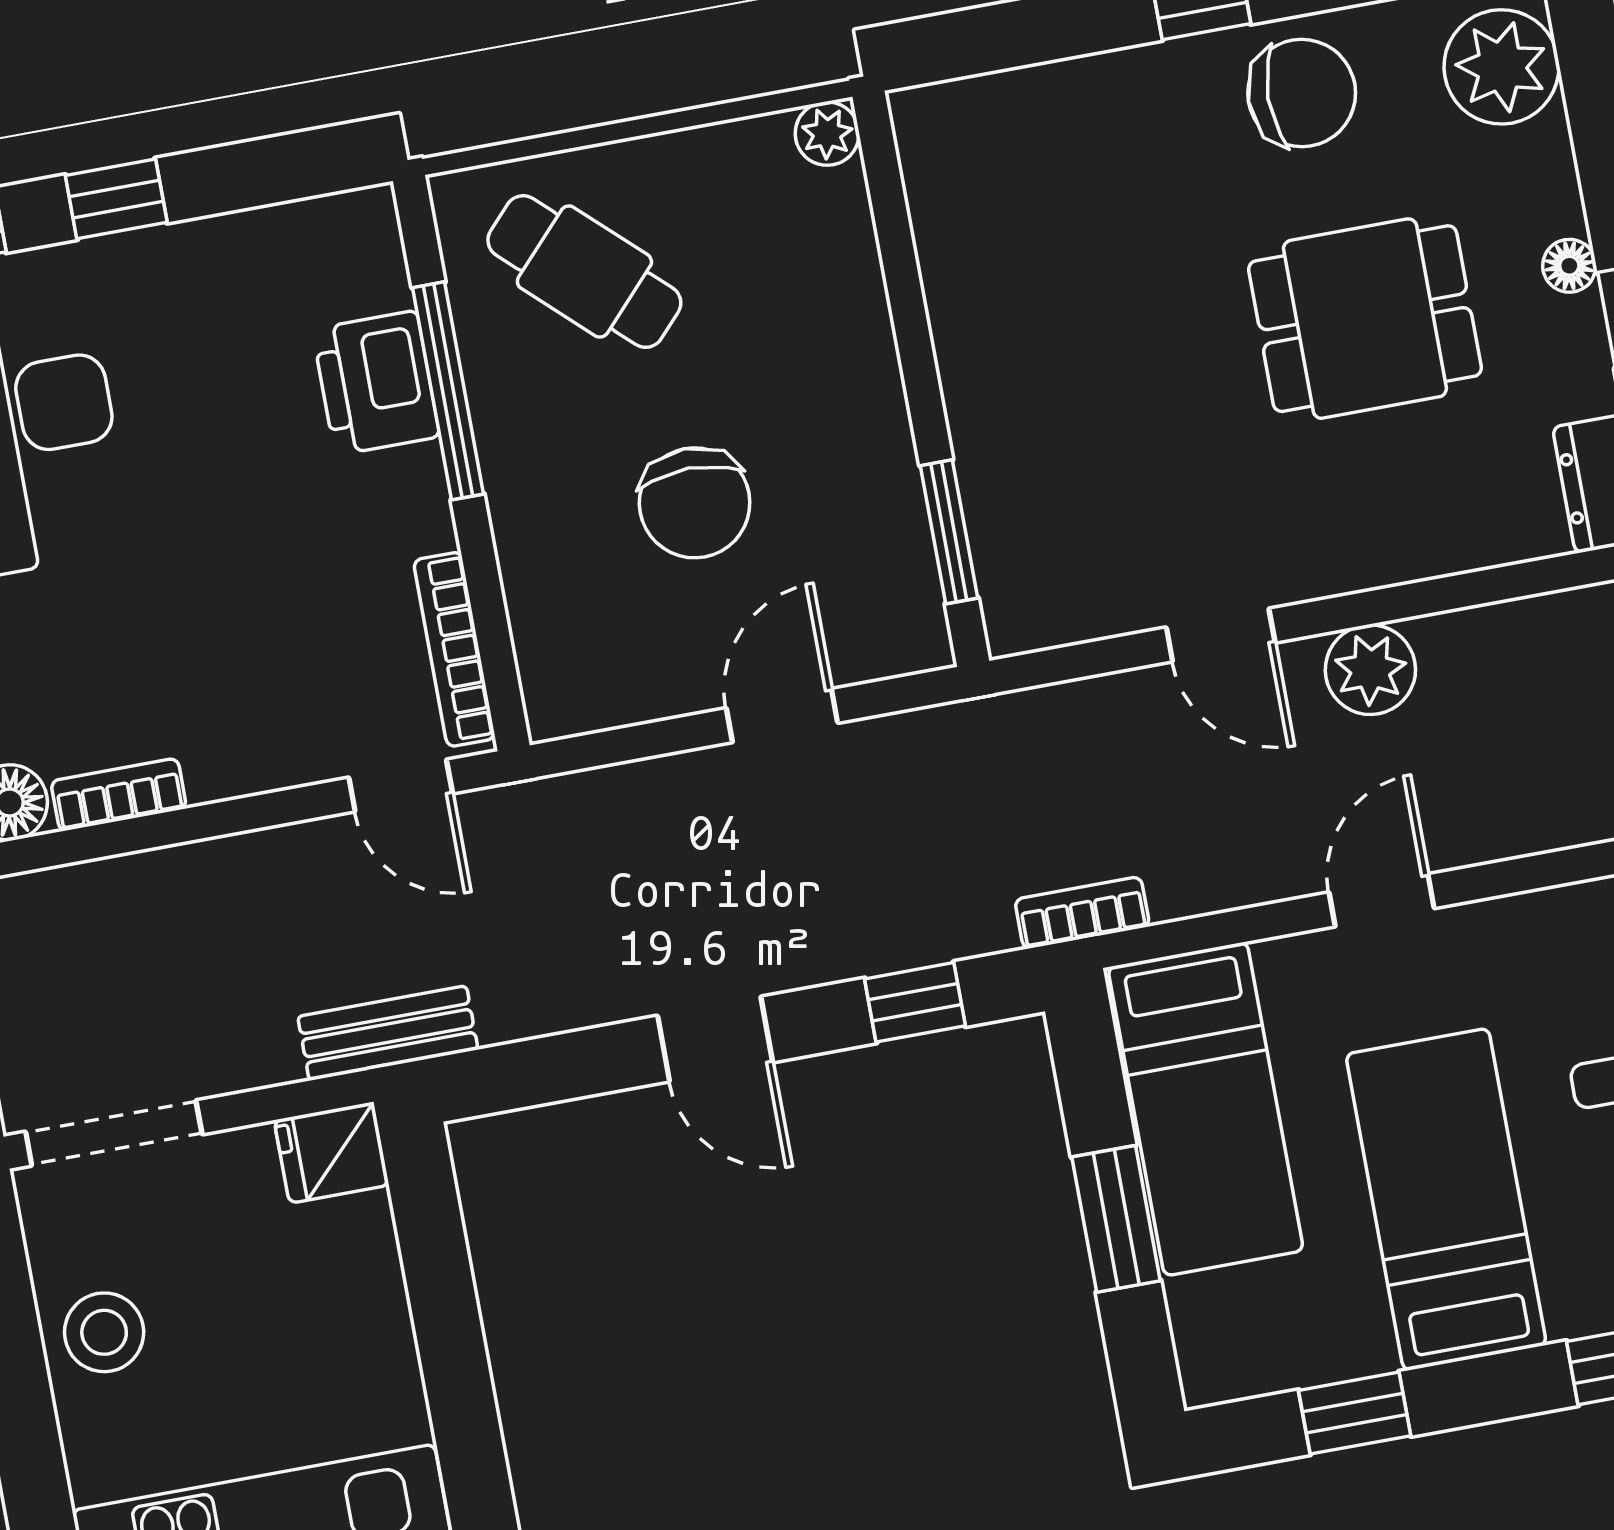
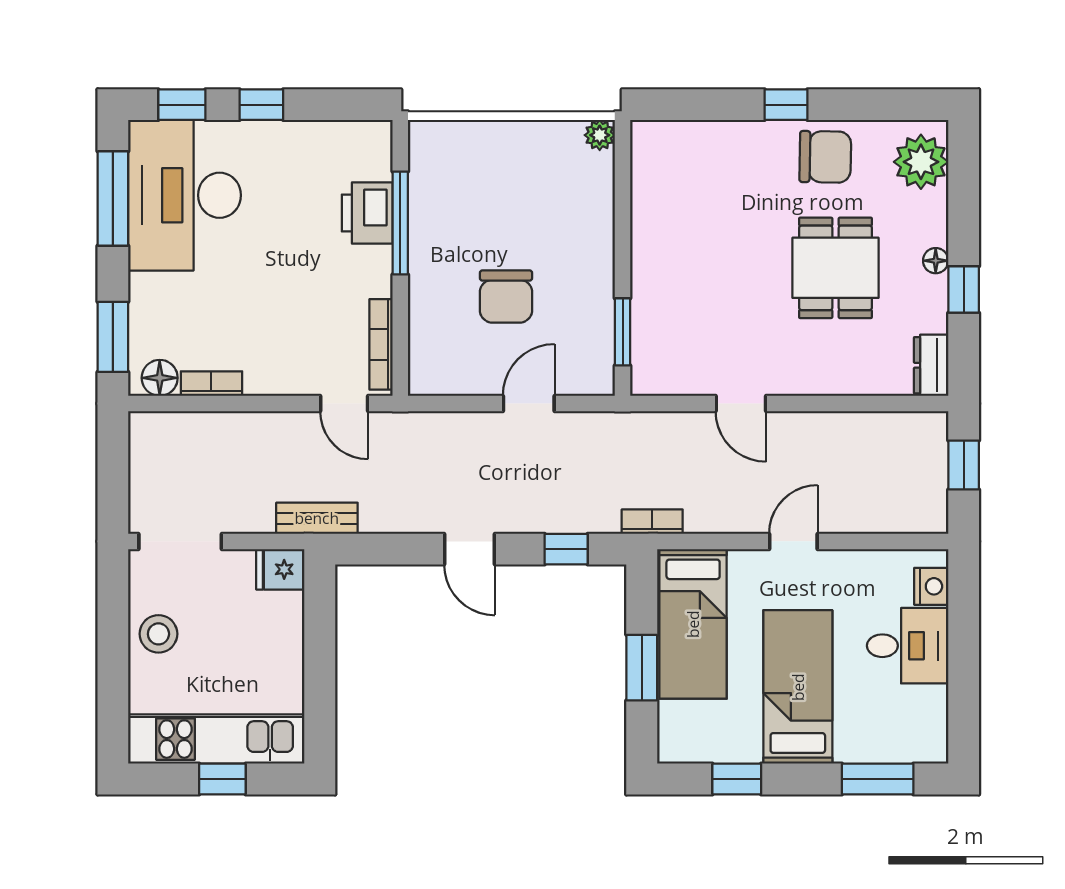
cafe table: (584, 272) -> (474, 179), removed
dining table: (1365, 319) -> (835, 268), turned 90
plant: (1370, 670) -> (808, 433), removed

